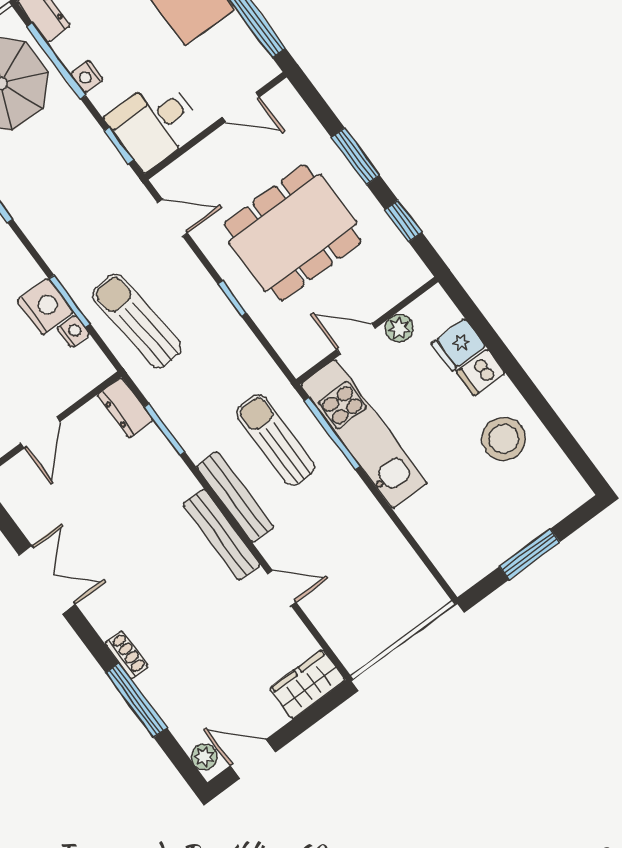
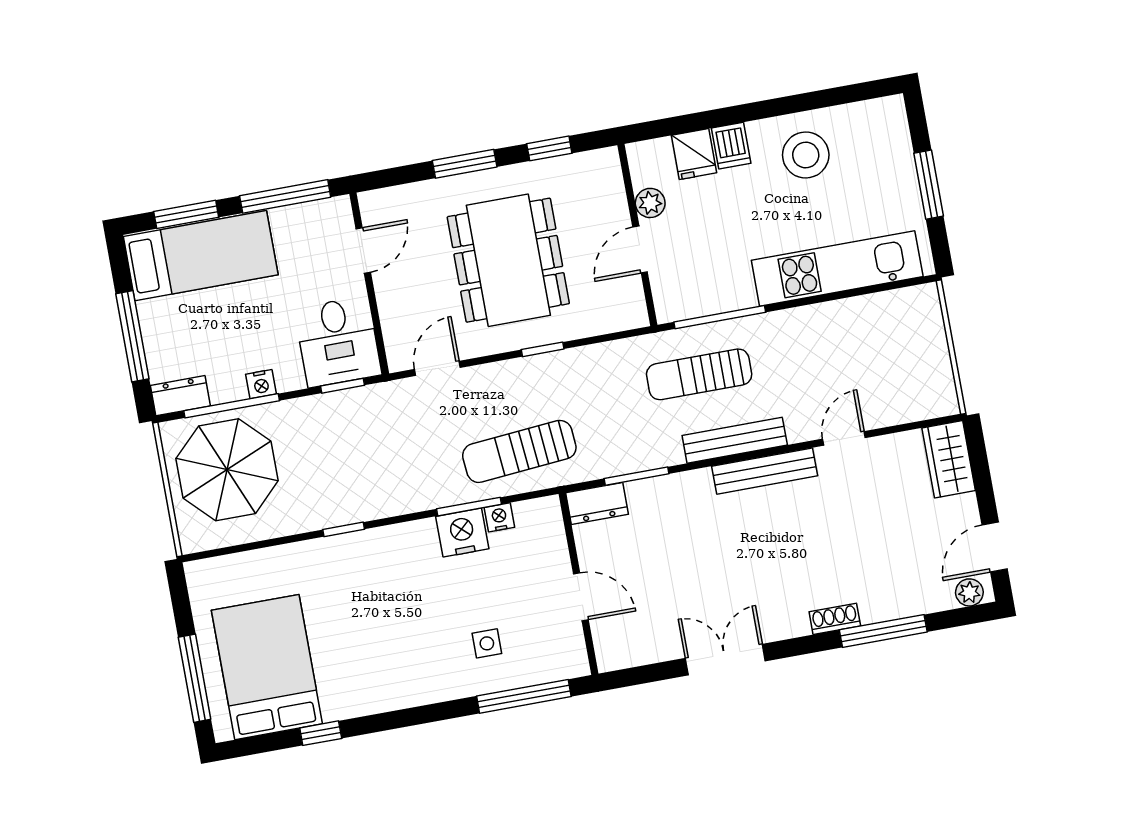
kitchen unit: (364, 434) -> (837, 268), moved

